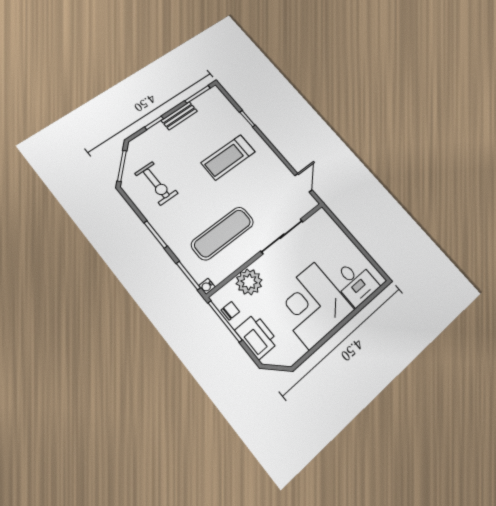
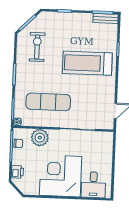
bench: (179, 116) -> (106, 18), moved
treadmill: (228, 157) -> (87, 63), width x1.37, depth x1.38
exercise bike: (156, 183) -> (37, 47), turned 180
printer: (257, 336) -> (17, 172), width x0.53, depth x0.68

